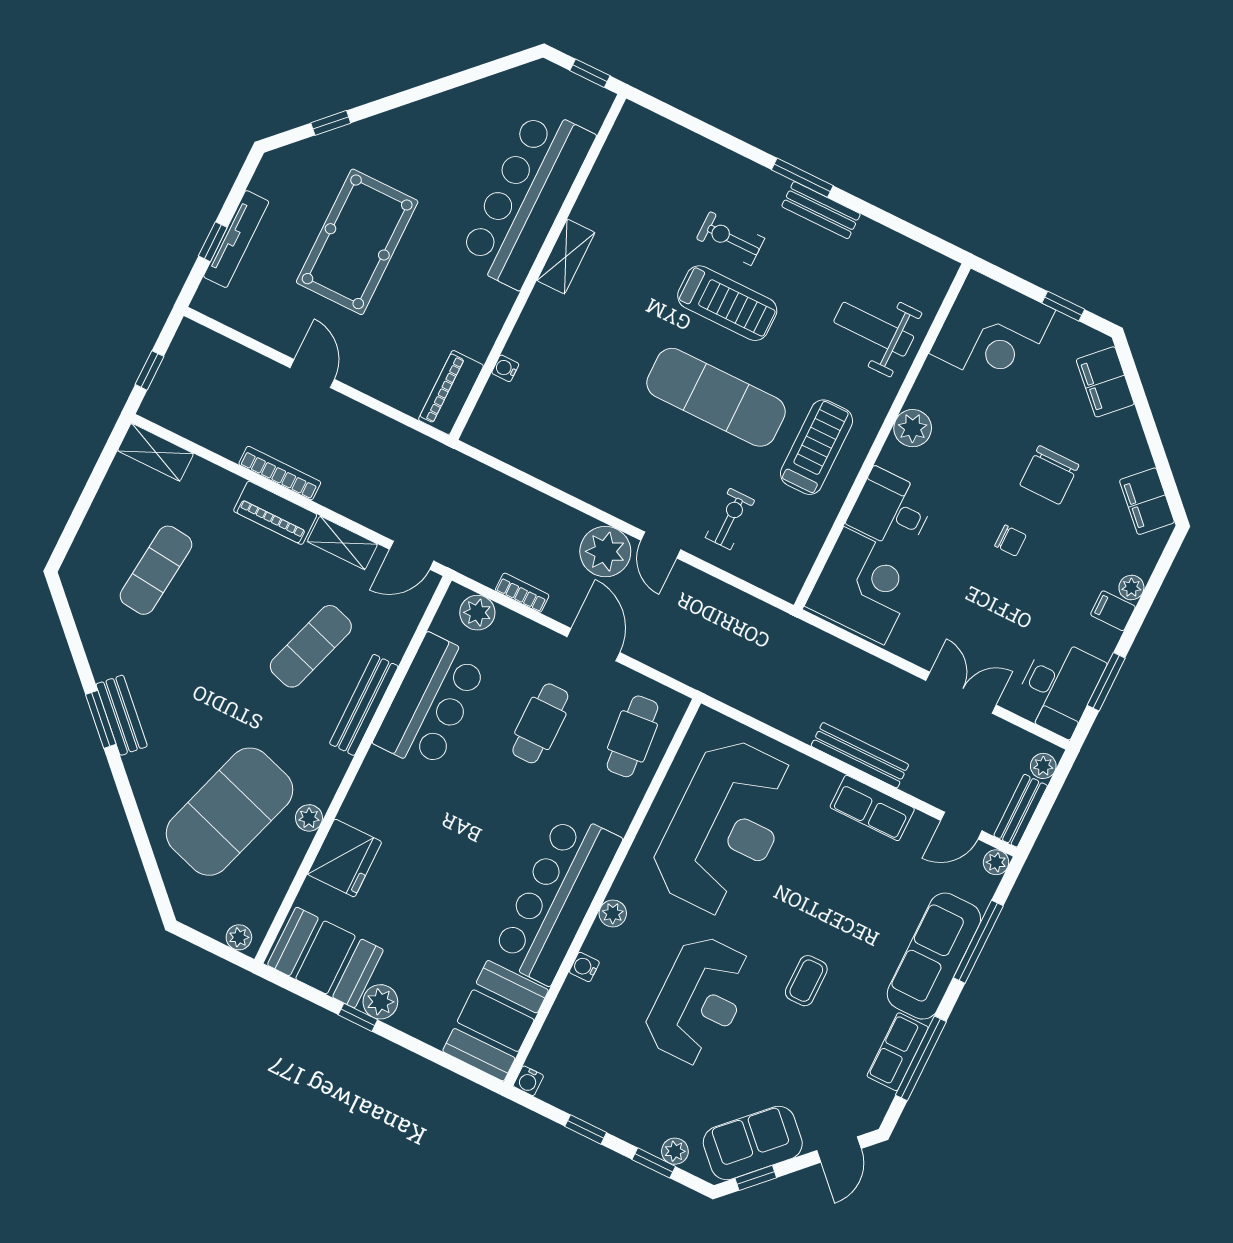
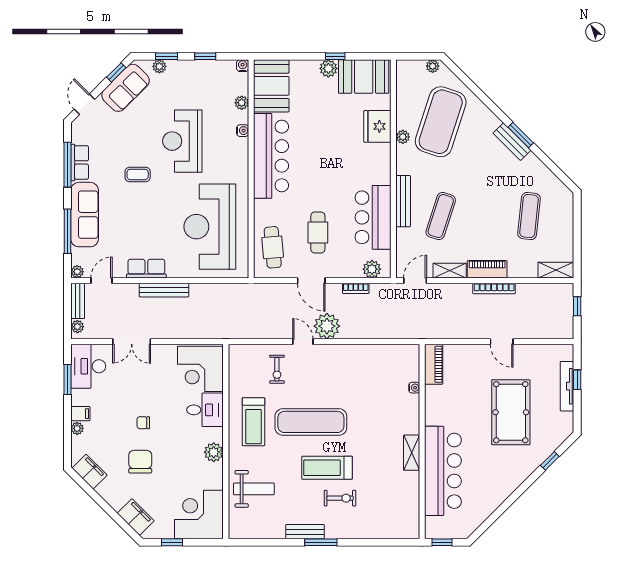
plant: (613, 913) -> (242, 103), moved
plant: (239, 937) -> (433, 66), moved
coffee table: (806, 981) -> (138, 174), turned 90

